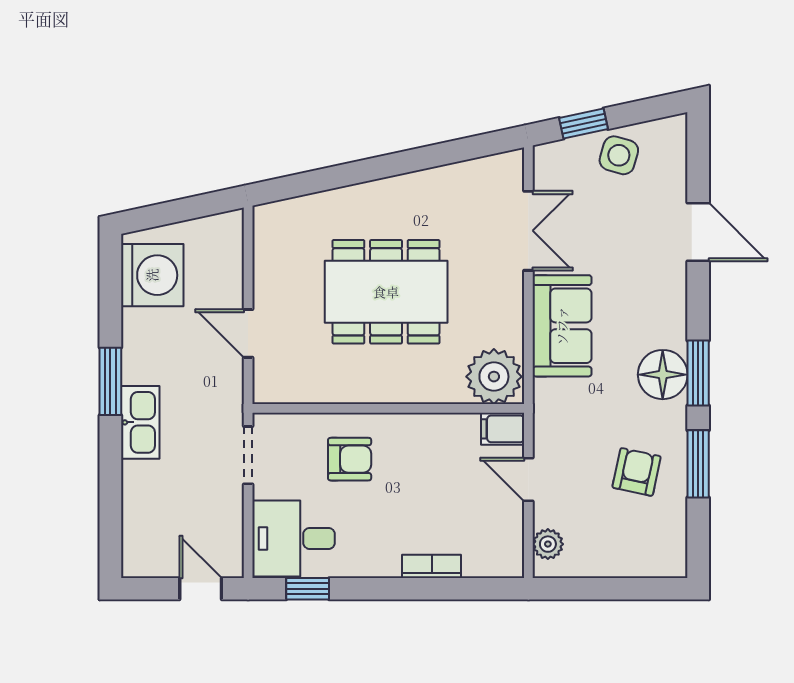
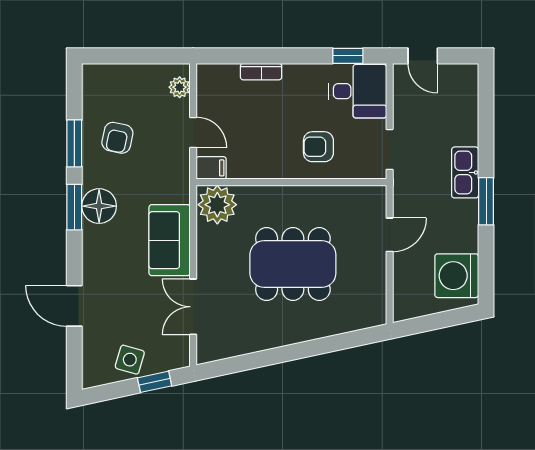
door: (248, 333) -> (390, 235), hinge flipped

